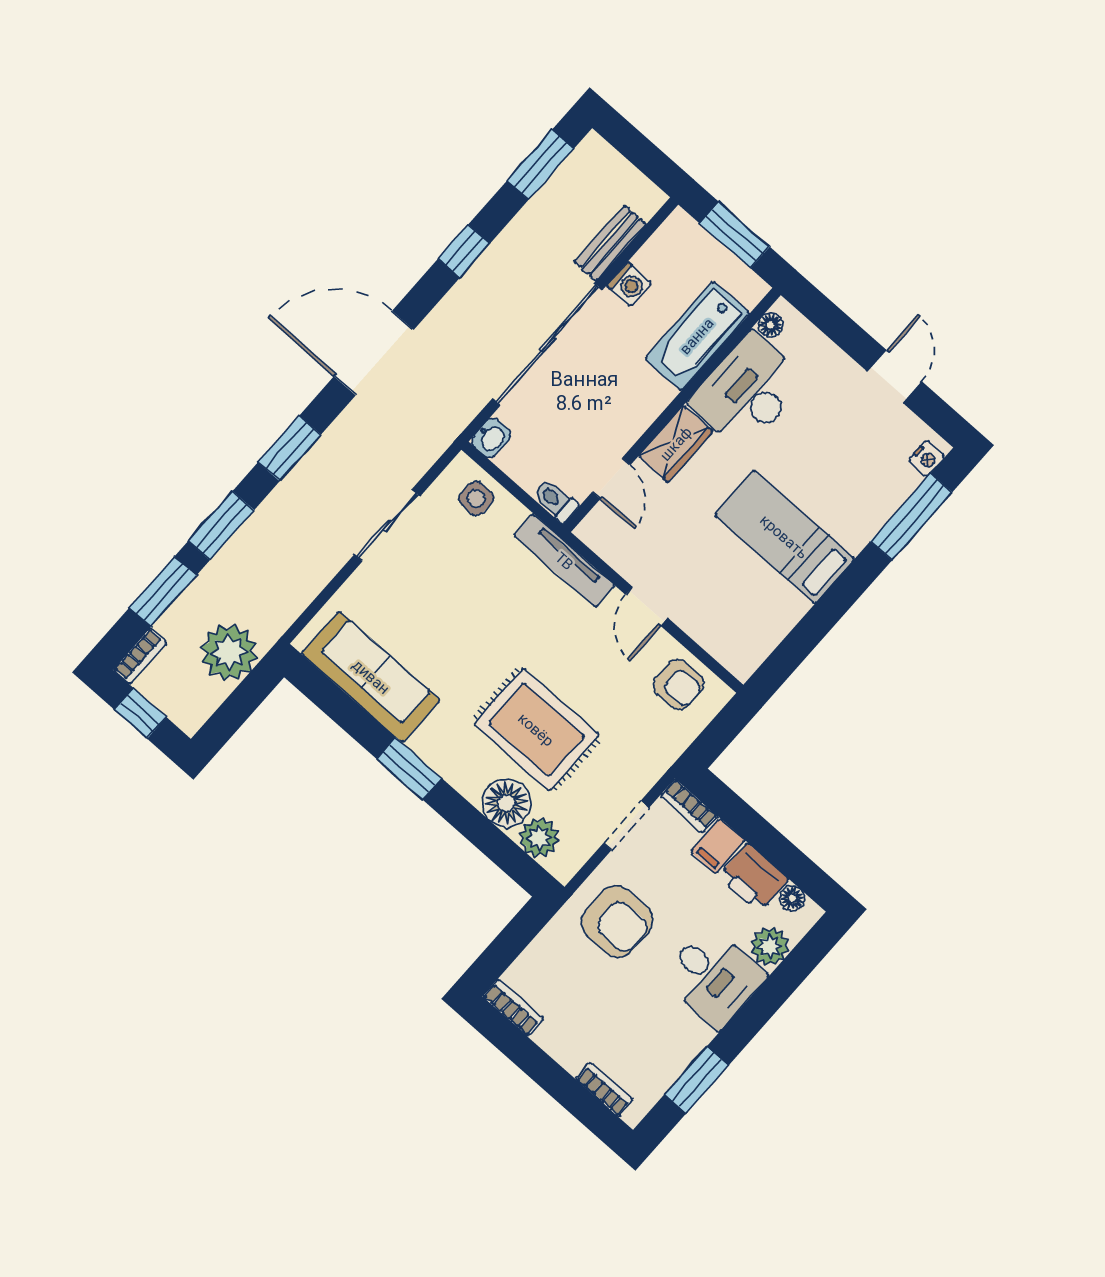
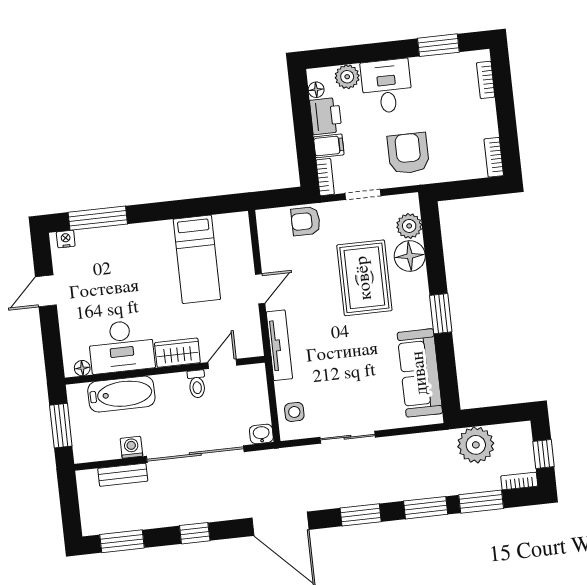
toilet: (555, 501) -> (197, 384), moved
bed: (784, 537) -> (197, 259), moved
armchair: (679, 684) -> (306, 221), moved, turned -90

